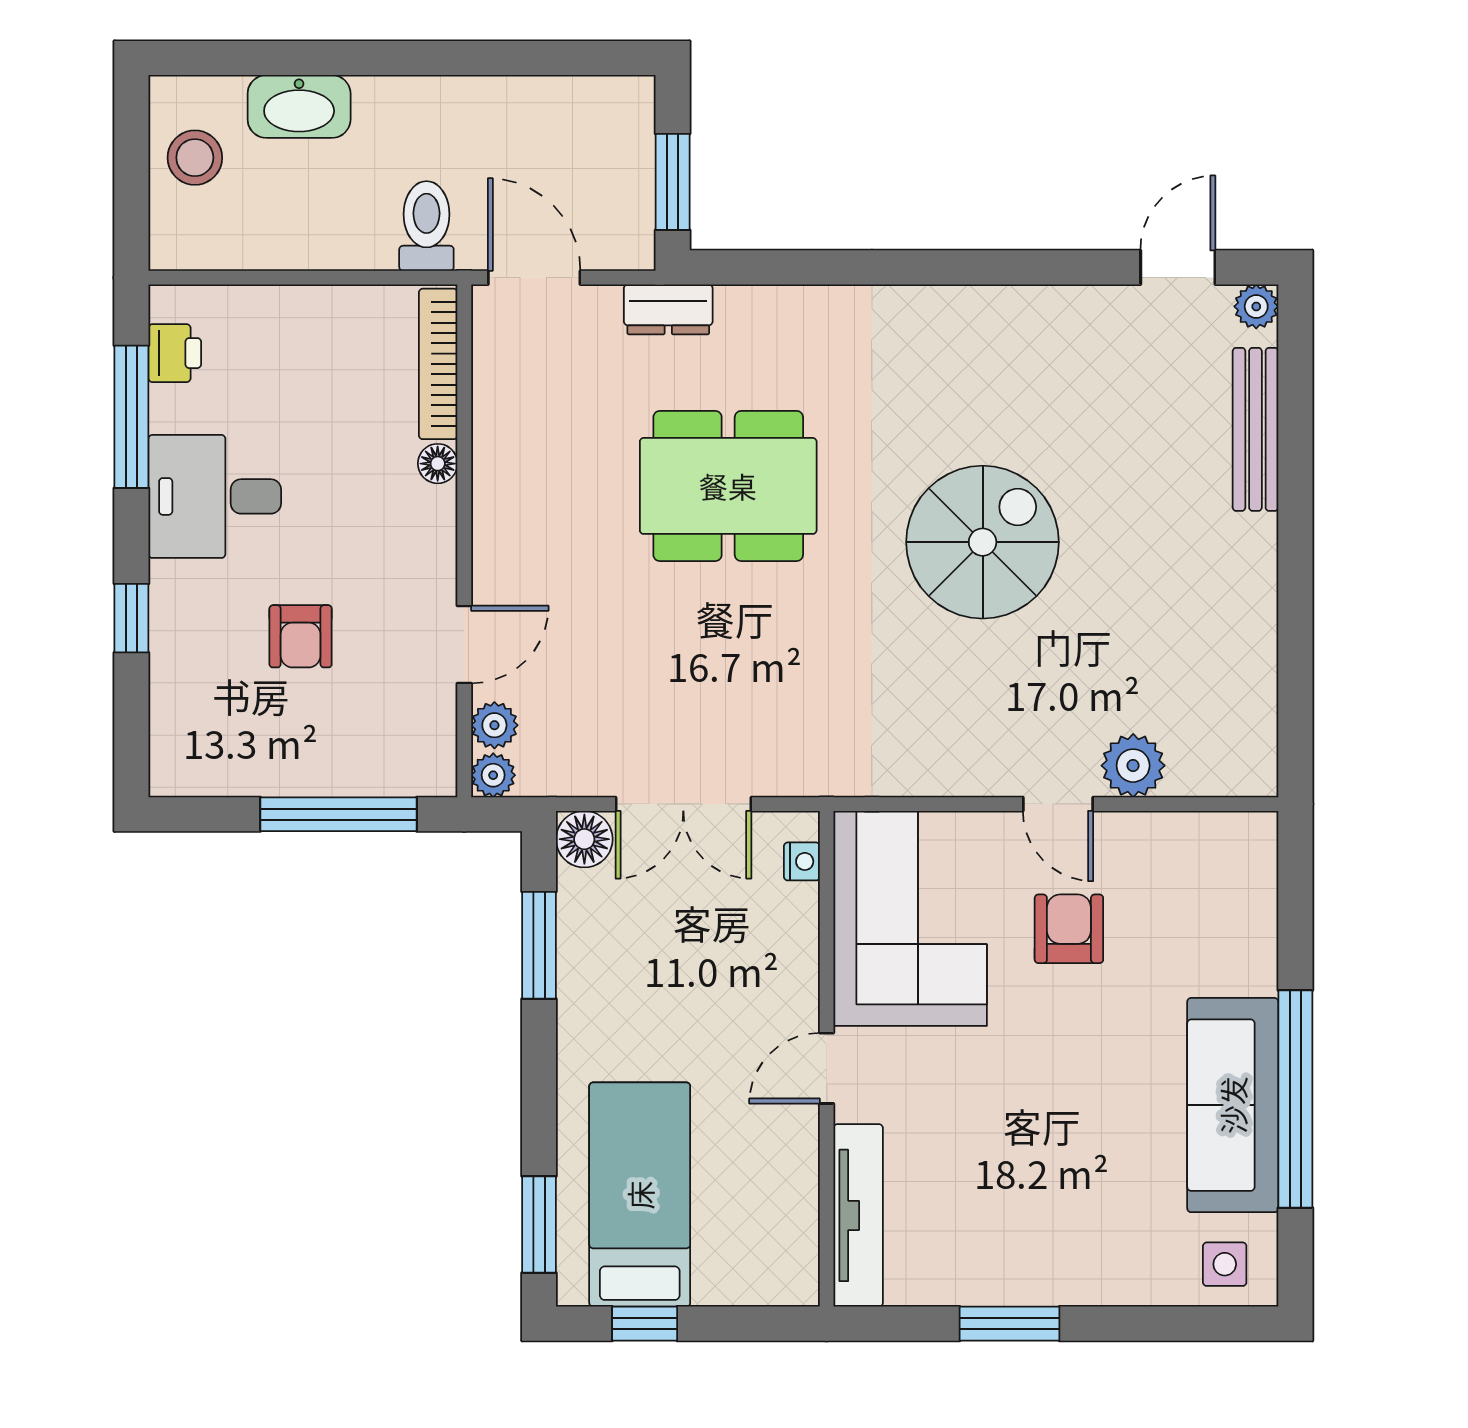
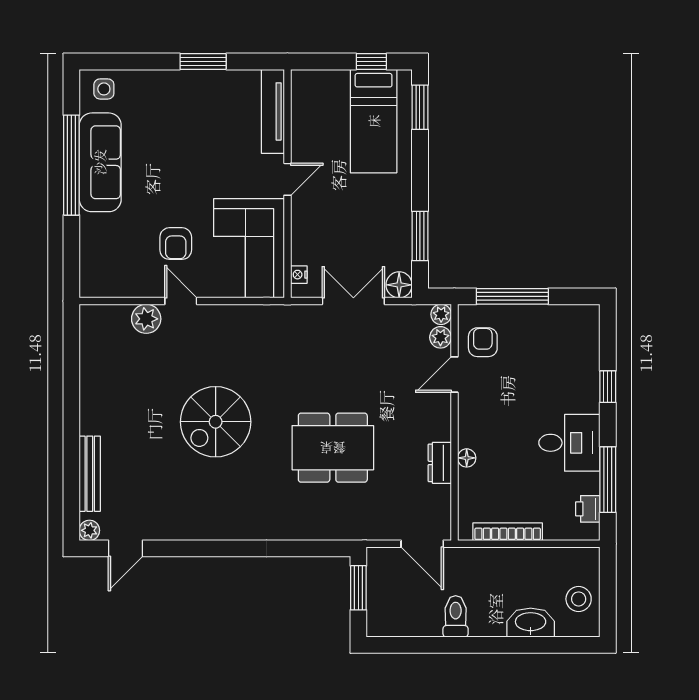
toilet: (426, 226) -> (456, 616), moved, turned 180
dresser: (668, 309) -> (440, 463), moved, turned -90
bookcase: (438, 364) -> (508, 532), moved, turned -90
armchair: (301, 636) -> (483, 342), moved

